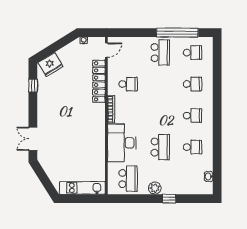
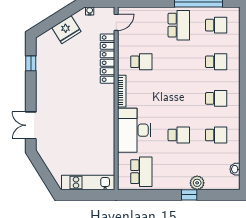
fridge: (50, 65) -> (66, 30), moved
school desk: (160, 147) -> (179, 135), width x0.54
plant: (155, 188) -> (197, 183), moved

